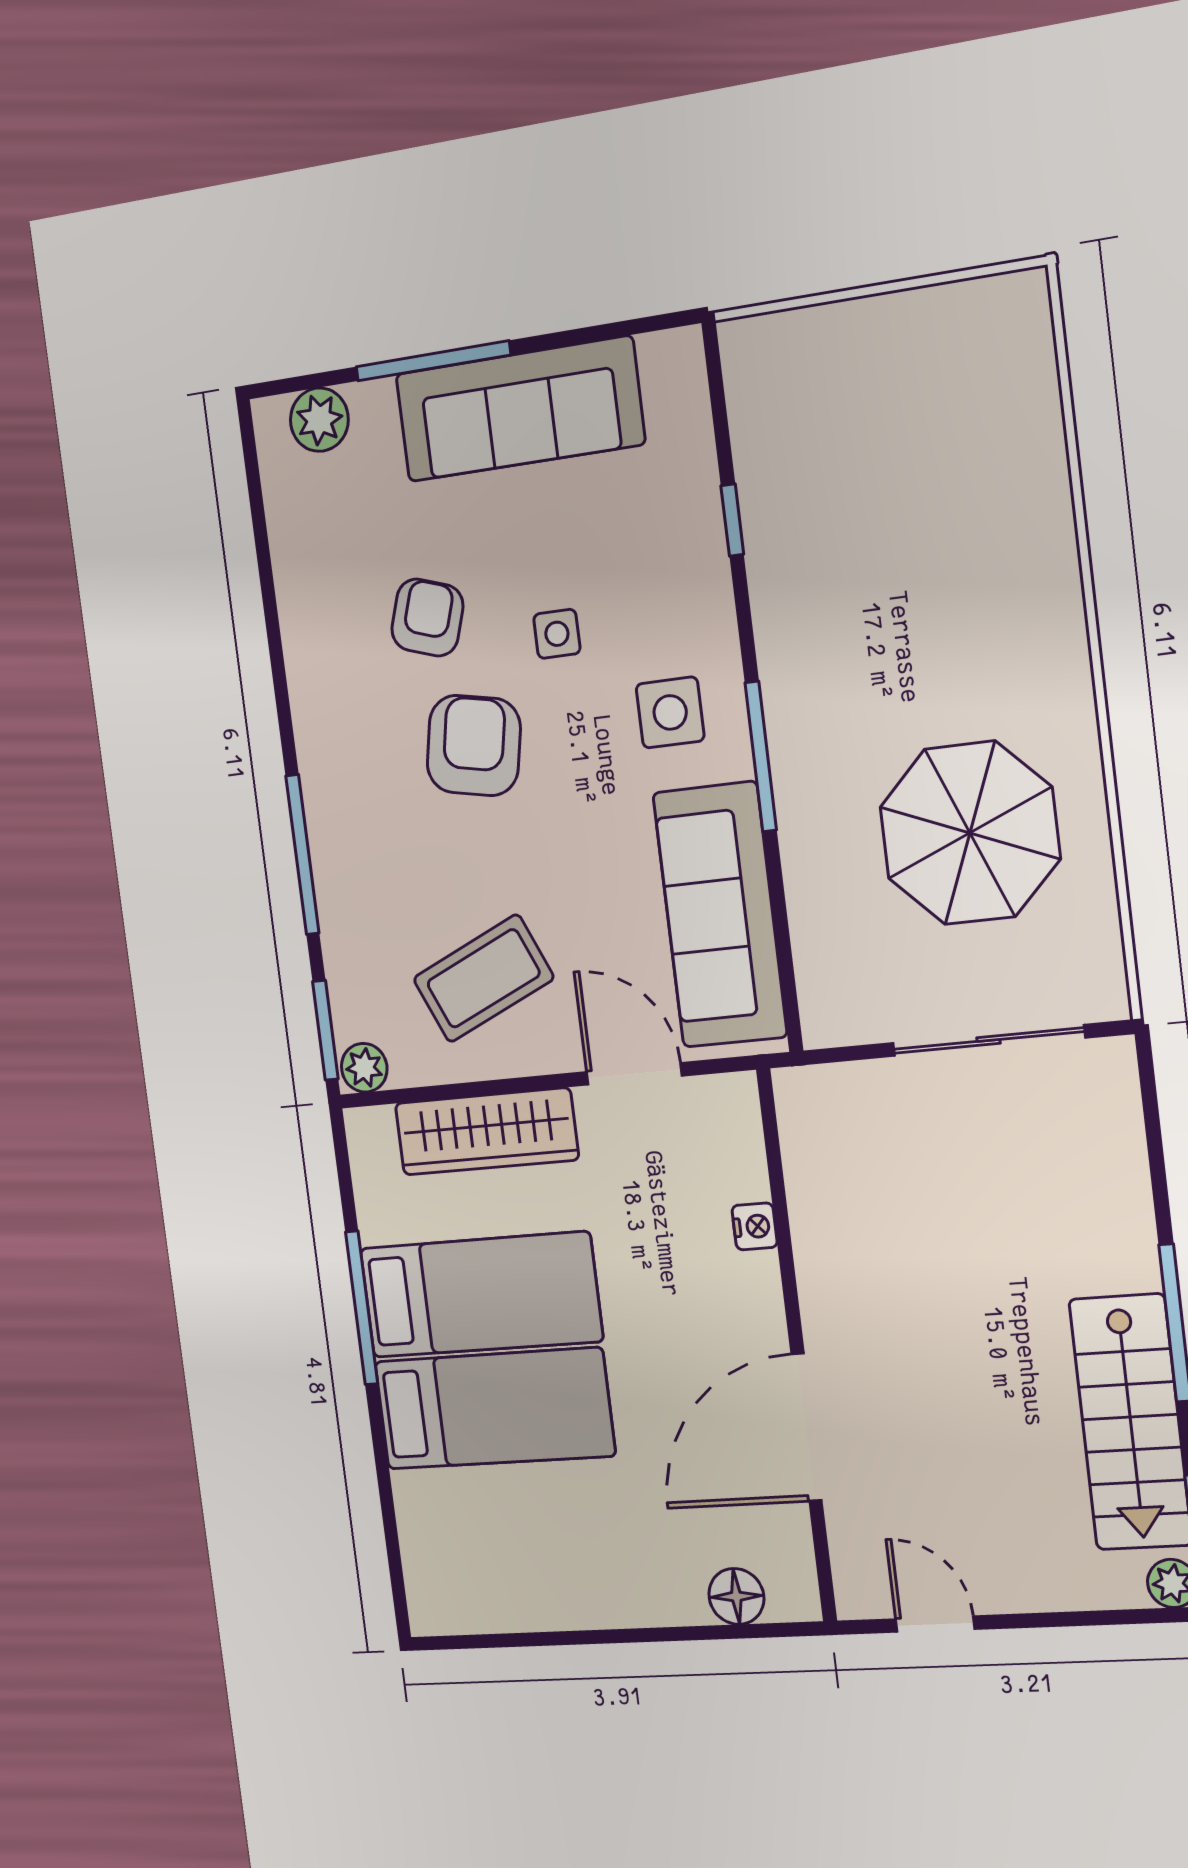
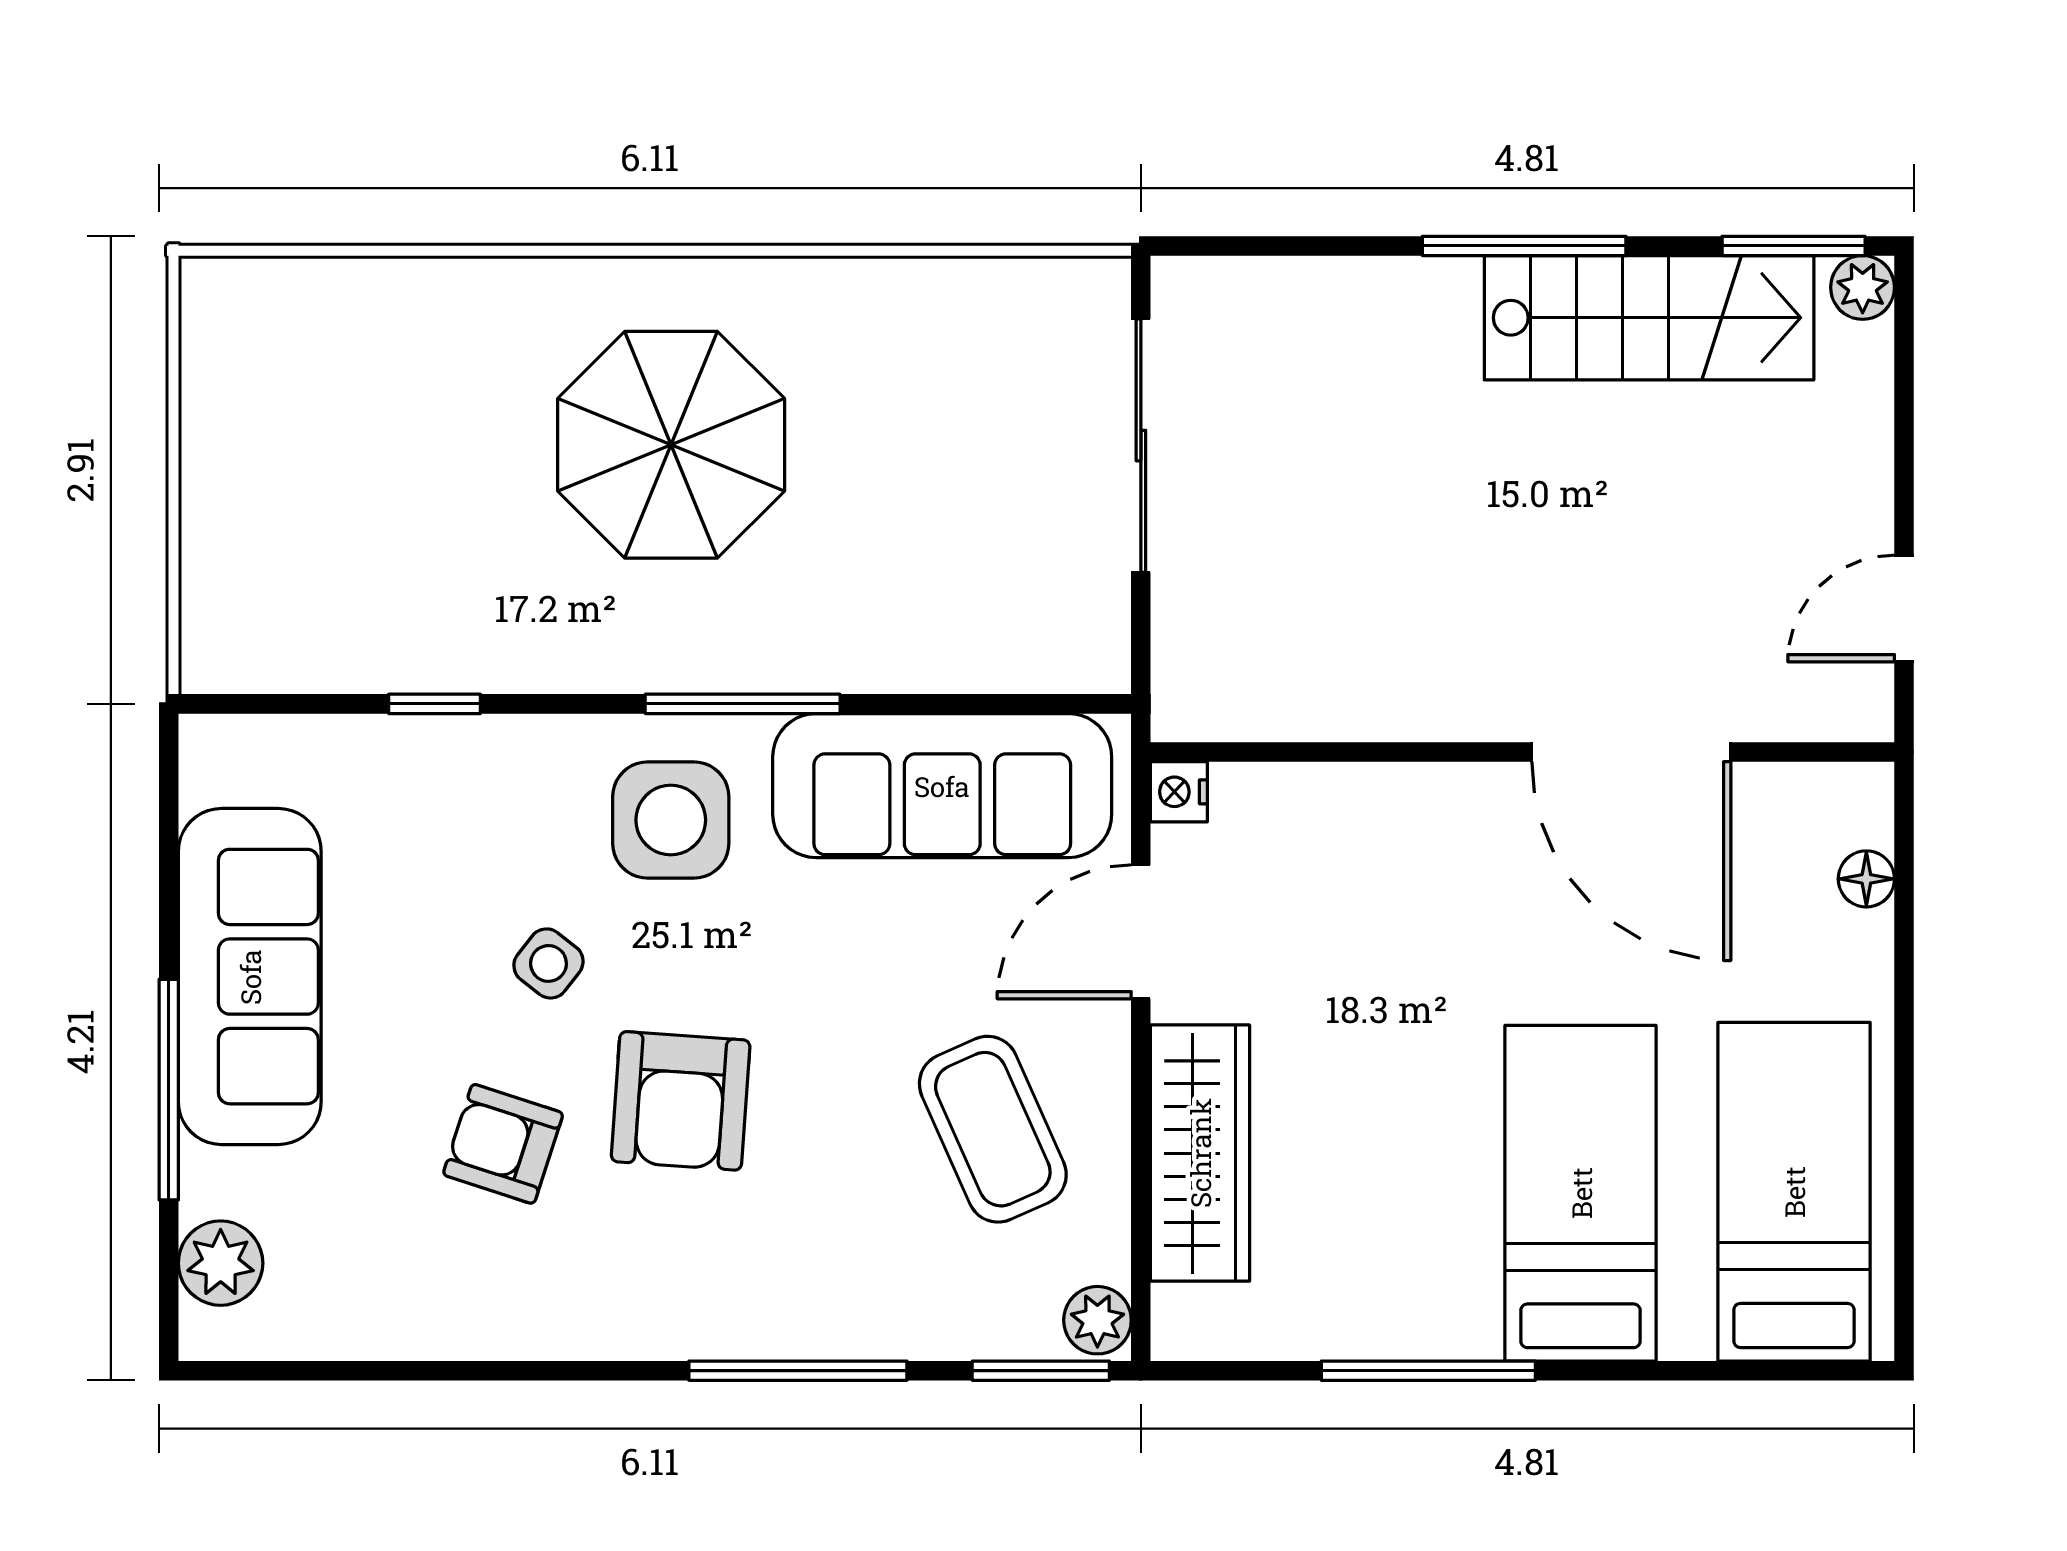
side table: (557, 634) -> (548, 963), turned 38
side table: (670, 712) -> (671, 820), width x1.37, depth x1.37
armchair: (474, 746) -> (681, 1101), turned -97
parasol: (970, 833) -> (671, 445), moved
nightstand: (755, 1226) -> (1179, 792), moved, turned -90
bed: (481, 1295) -> (1794, 1192), moved
floor lamp: (736, 1596) -> (1866, 879), width x0.73, depth x0.73

